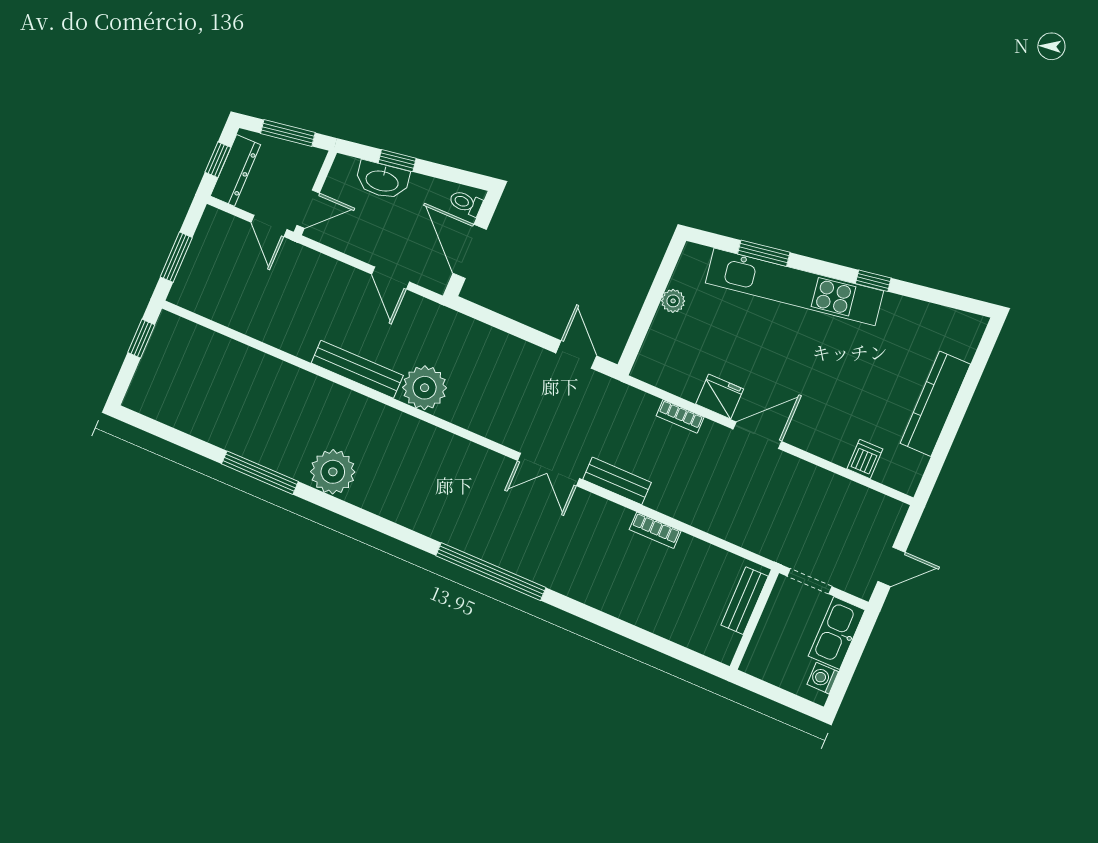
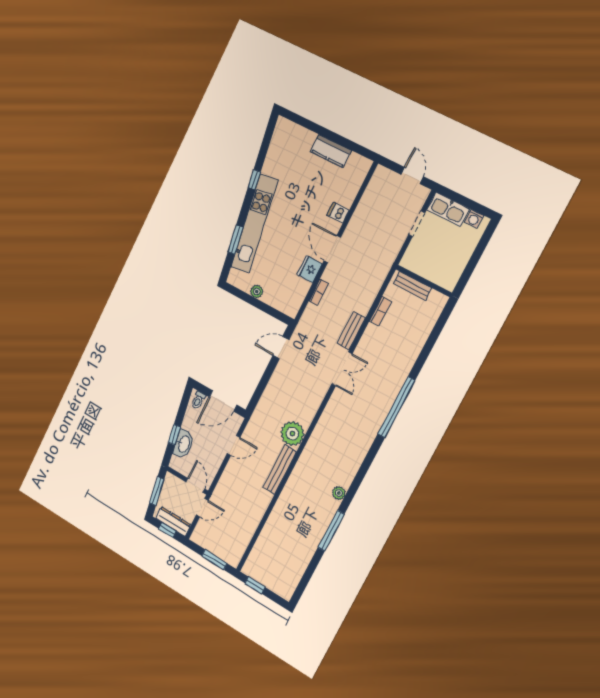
kitchen counter: (935, 404) -> (331, 151), width x0.67
dishwasher: (865, 459) -> (338, 213), moved
plant: (333, 472) -> (339, 493), width x0.53, depth x0.53
bench: (745, 601) -> (412, 286), moved
wall: (754, 620) -> (424, 281), moved

